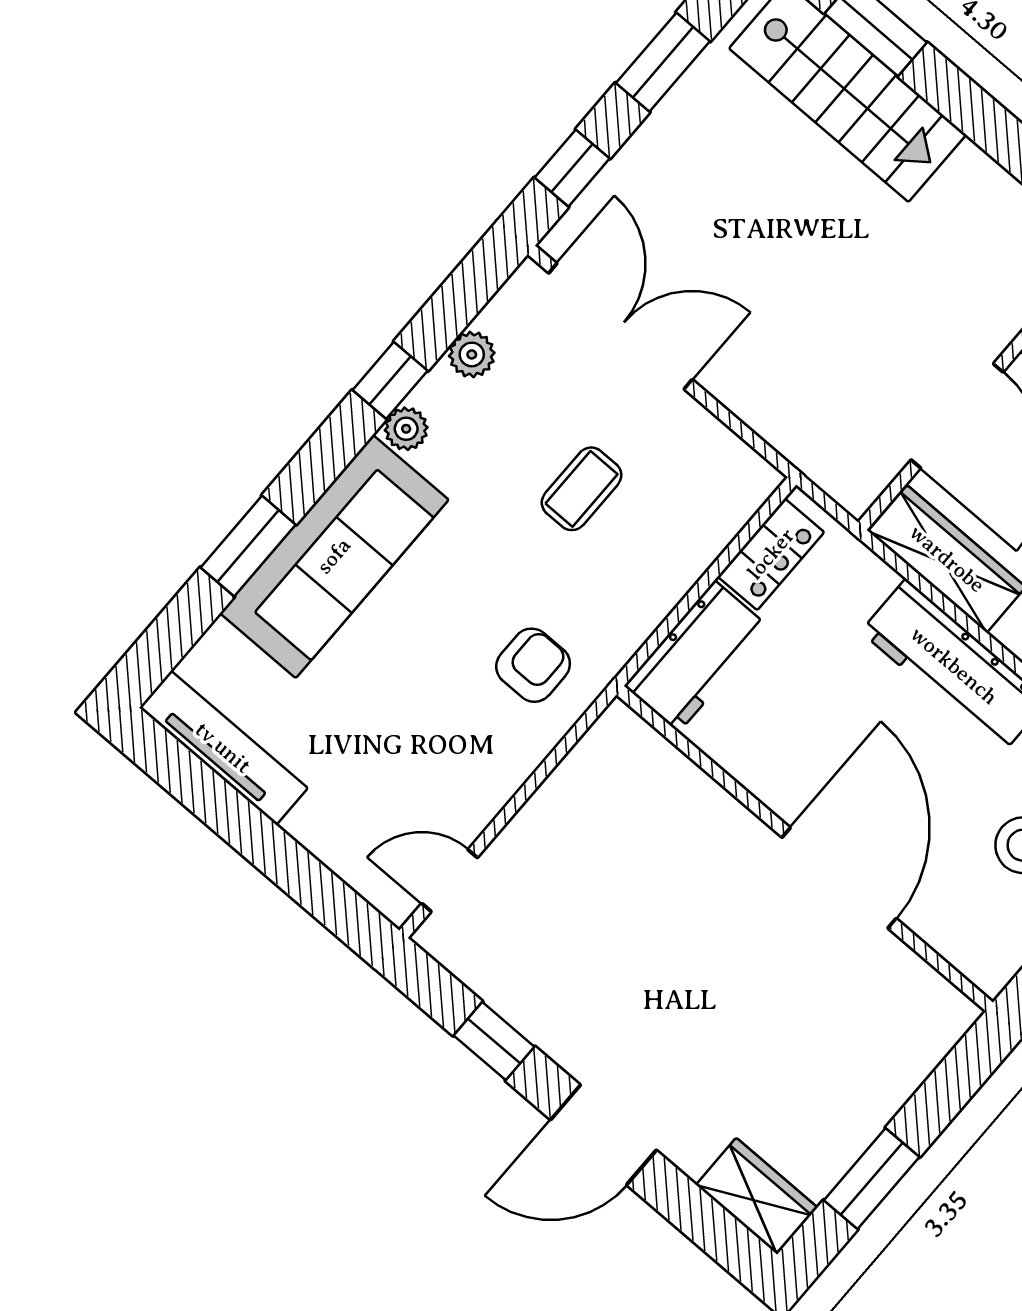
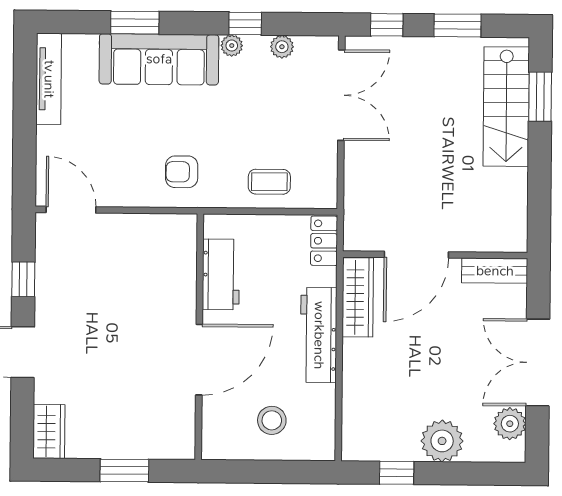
coffee table: (582, 489) -> (269, 182), moved
locker: (771, 554) -> (324, 241), moved, turned 90
workbench: (696, 656) -> (221, 274), moved, turned -90
armchair: (533, 665) -> (182, 172), turned 180
door: (450, 881) -> (71, 210), width x1.38
window: (872, 1179) -> (124, 471), moved

